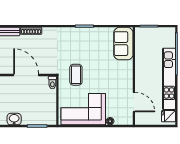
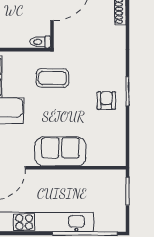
armchair: (90, 40) -> (106, 100), added
sofa: (123, 44) -> (60, 152), moved

